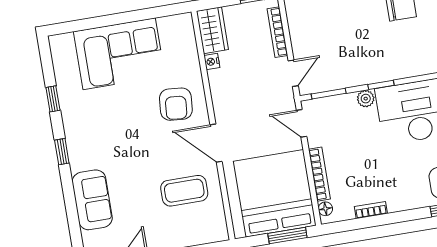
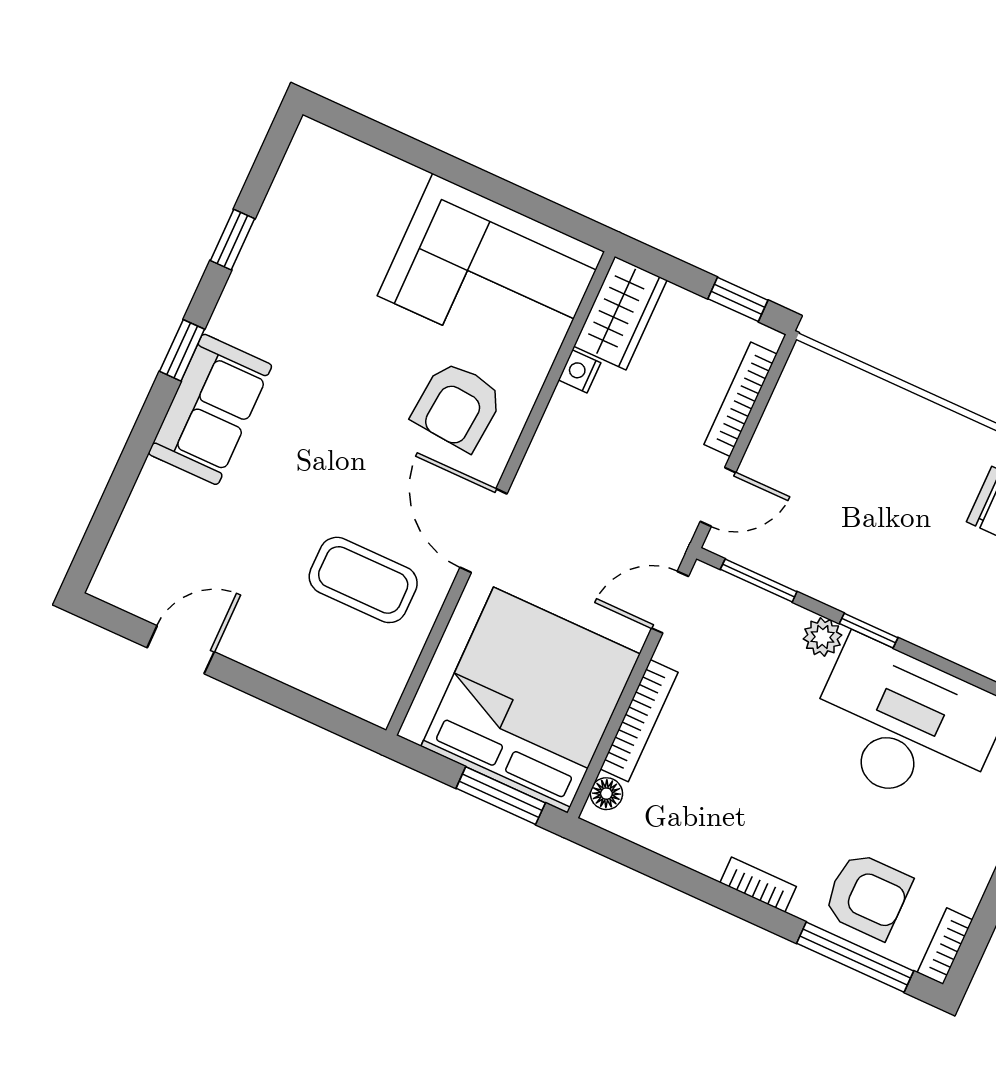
corner sofa: (119, 54) -> (491, 274), moved
door: (302, 123) -> (670, 602), hinge flipped
sofa: (92, 200) -> (210, 409), moved
bookcase: (371, 210) -> (758, 885), moved

